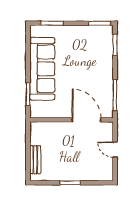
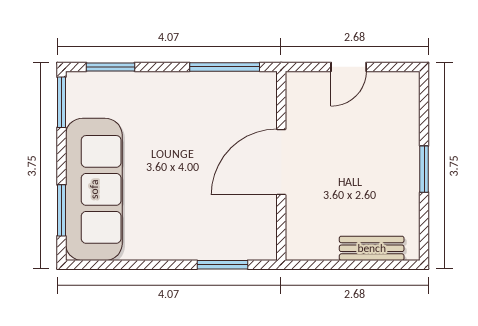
sofa: (42, 69) -> (94, 189), moved, turned 90
door: (86, 120) -> (281, 162), moved

